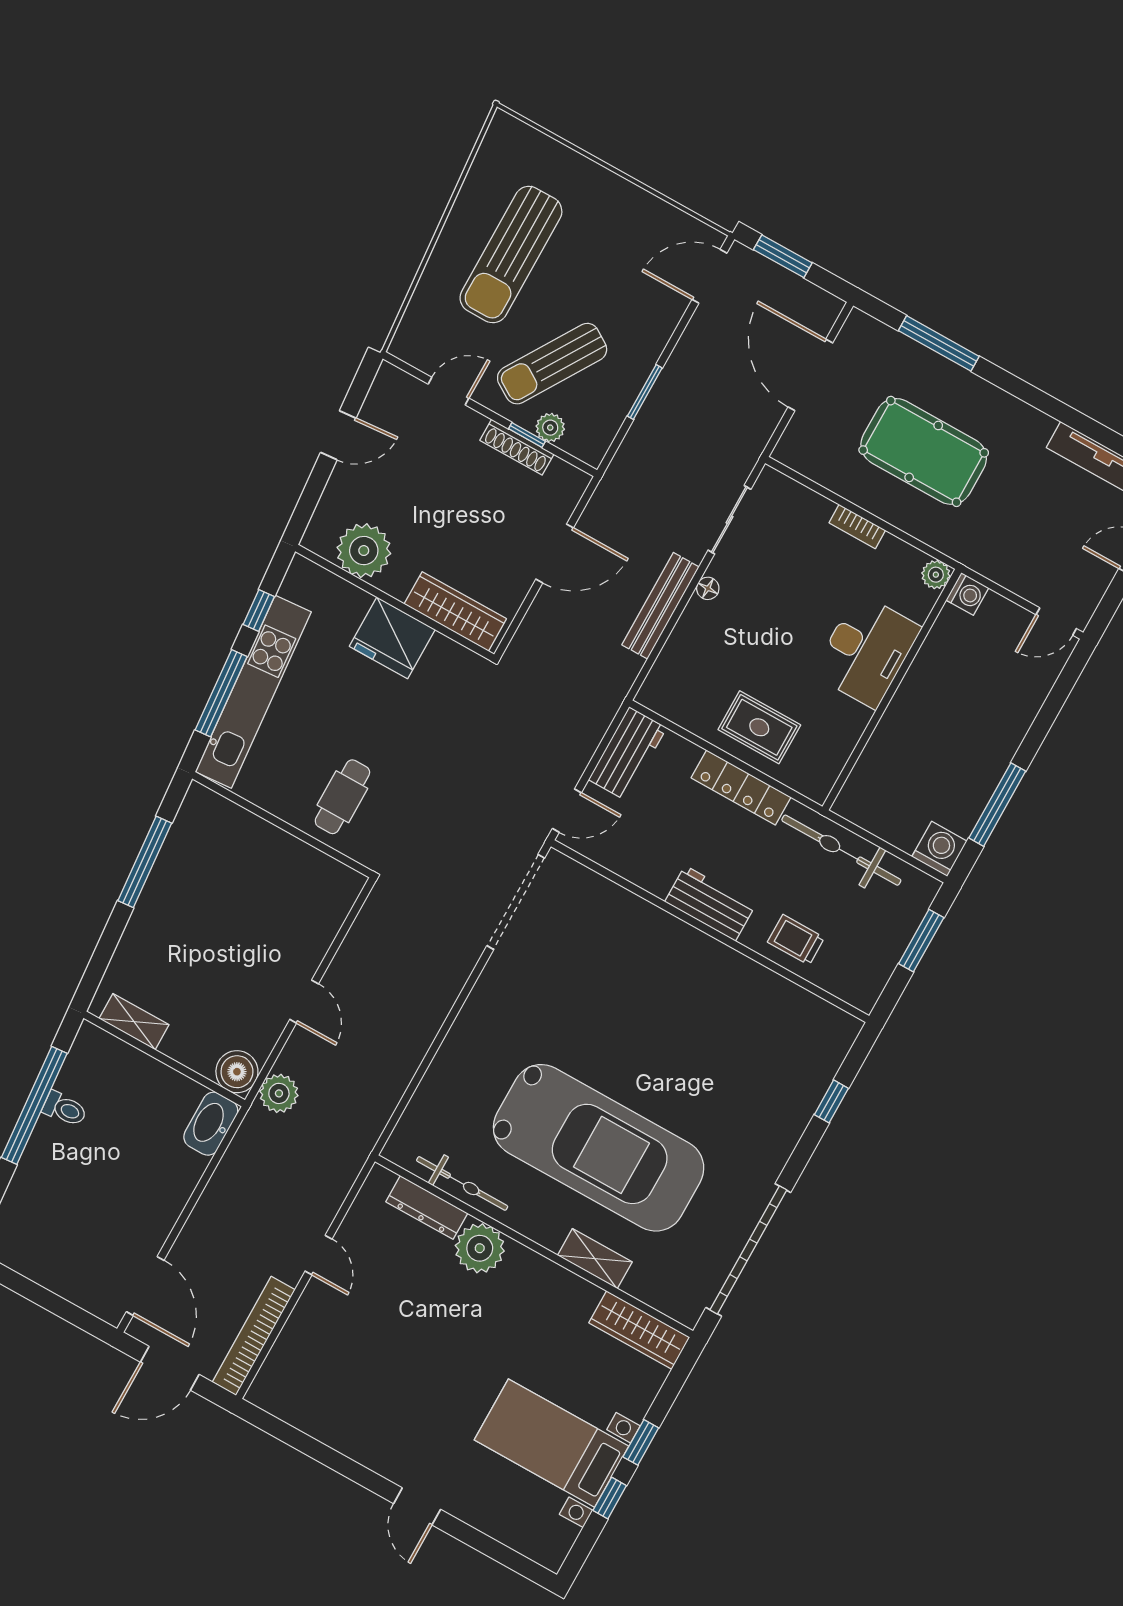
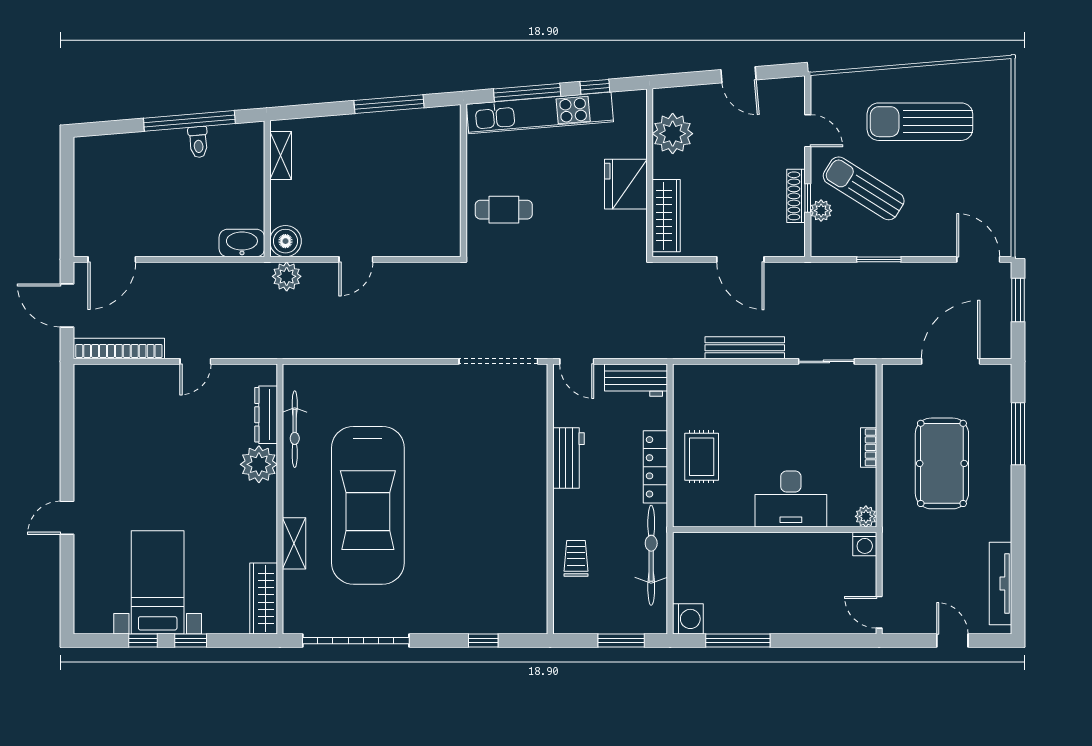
floor lamp: (708, 588) -> (774, 372), removed
workbench: (710, 903) -> (568, 458), moved

